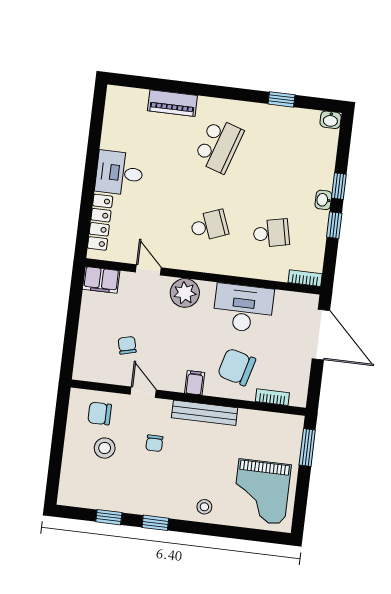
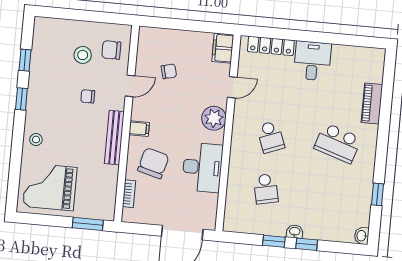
bookcase: (305, 278) -> (229, 218), removed
chair: (100, 413) -> (111, 50), turned -90

